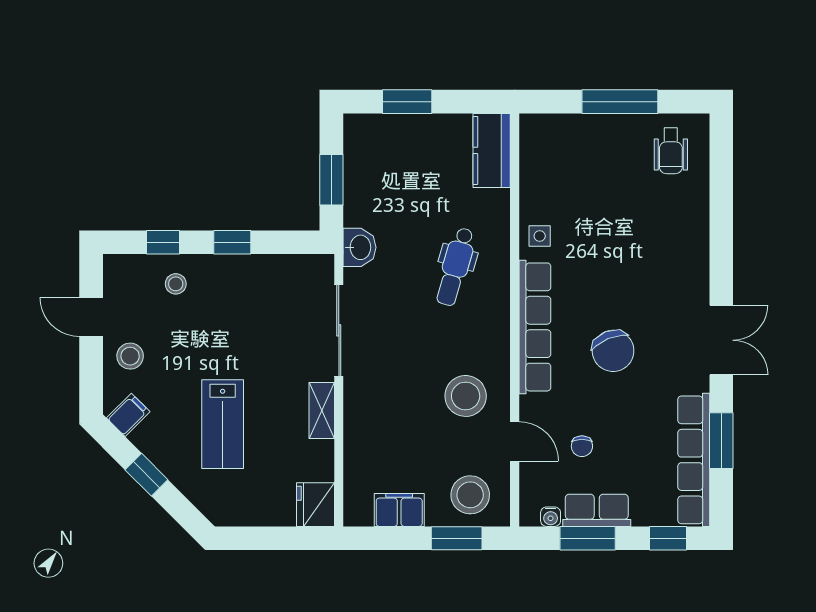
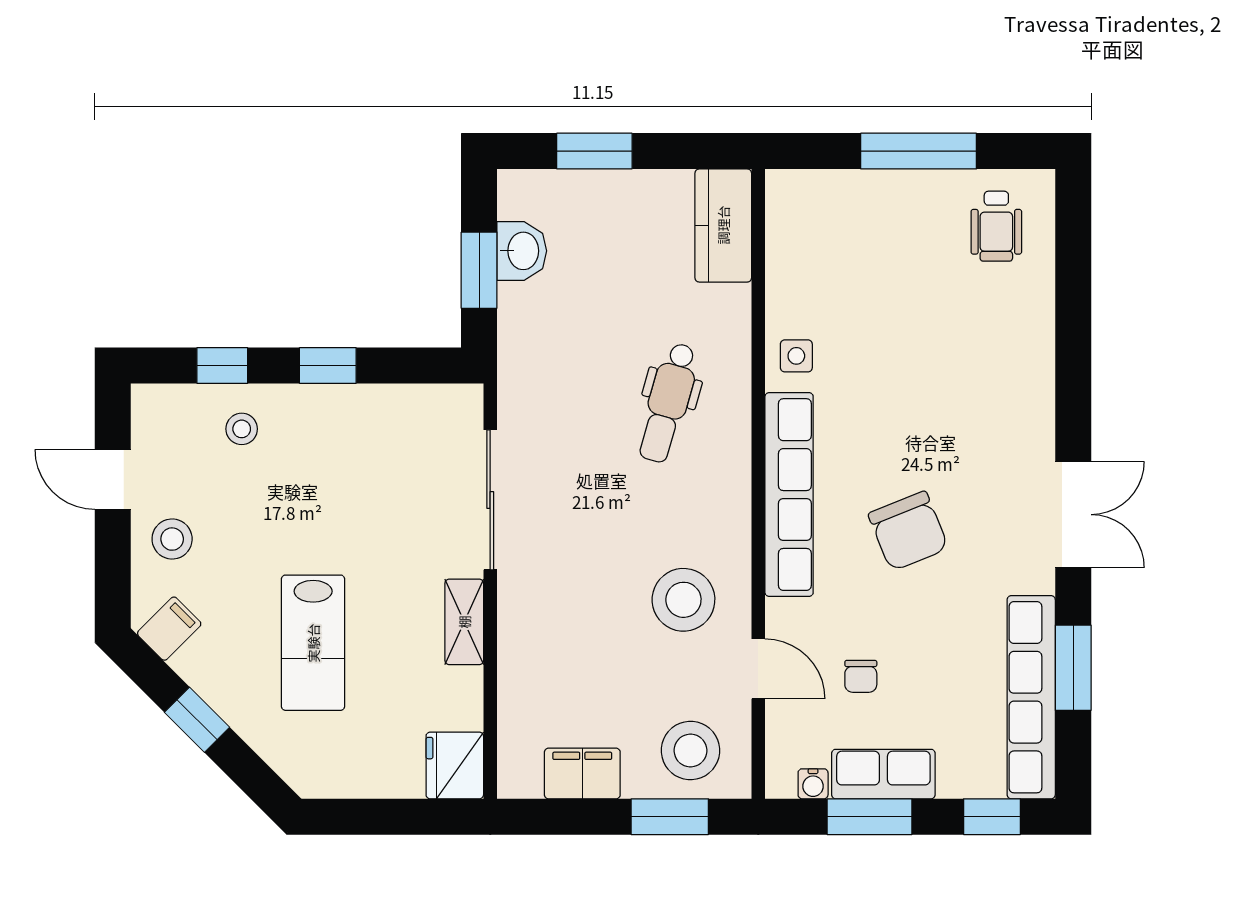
washbasin: (359, 247) -> (522, 251), moved

